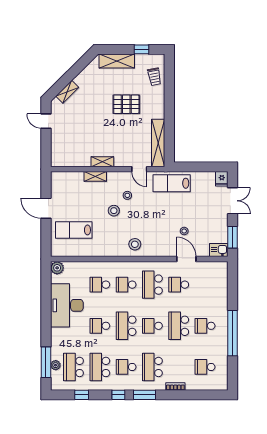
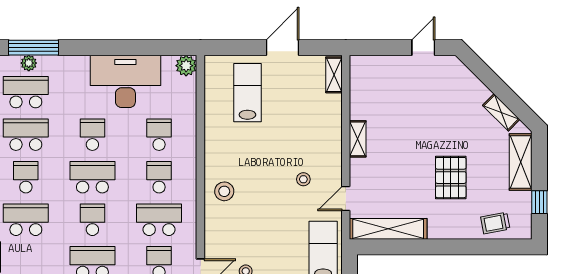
shelving: (67, 92) -> (501, 112), moved
shelving: (95, 176) -> (334, 75), moved
stool: (114, 211) -> (279, 157), removed

